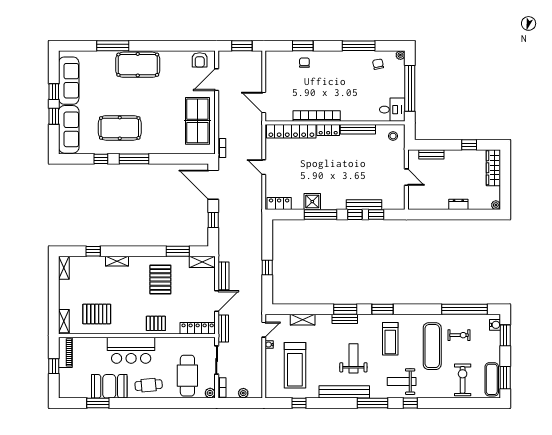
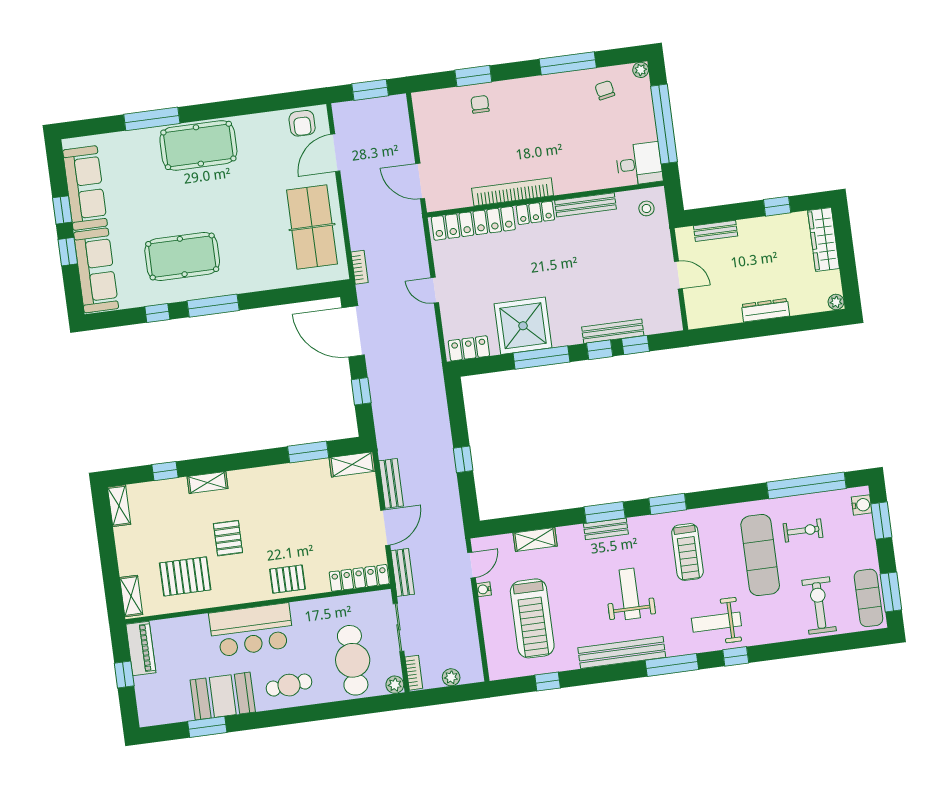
shower: (312, 202) -> (523, 326), width x1.86, depth x1.86
dresser: (458, 204) -> (765, 310), width x1.44
pallet: (160, 279) -> (228, 538), moved, width x0.67, depth x0.71

